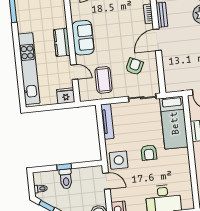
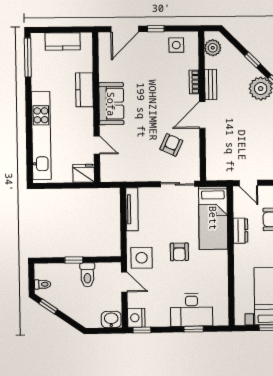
kitchen counter: (62, 42) -> (84, 90), moved
coffee table: (104, 80) -> (132, 158), removed
toilet: (66, 179) -> (87, 275), moved

